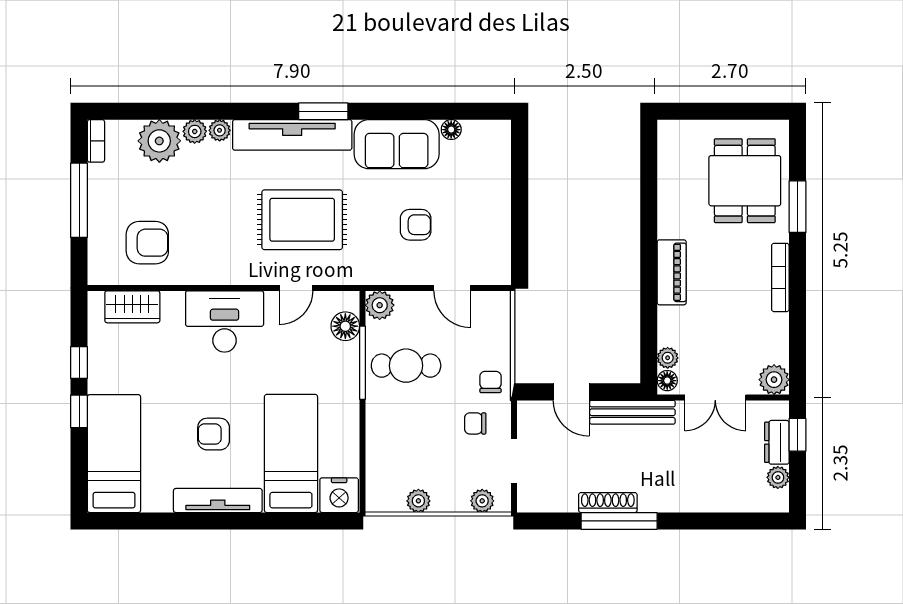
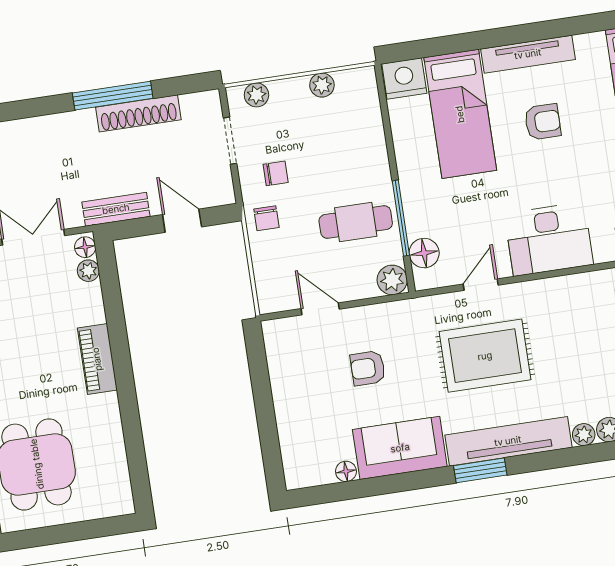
bench: (632, 412) -> (116, 209), width x0.73
shoe rack: (608, 503) -> (138, 113), width x1.36, depth x1.24

